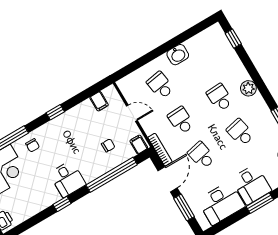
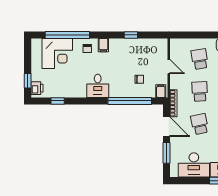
filing cabinet: (99, 101) -> (103, 45), moved
window: (55, 112) -> (131, 35), moved
door: (167, 179) -> (166, 127), hinge flipped
window: (62, 204) -> (58, 101), moved

